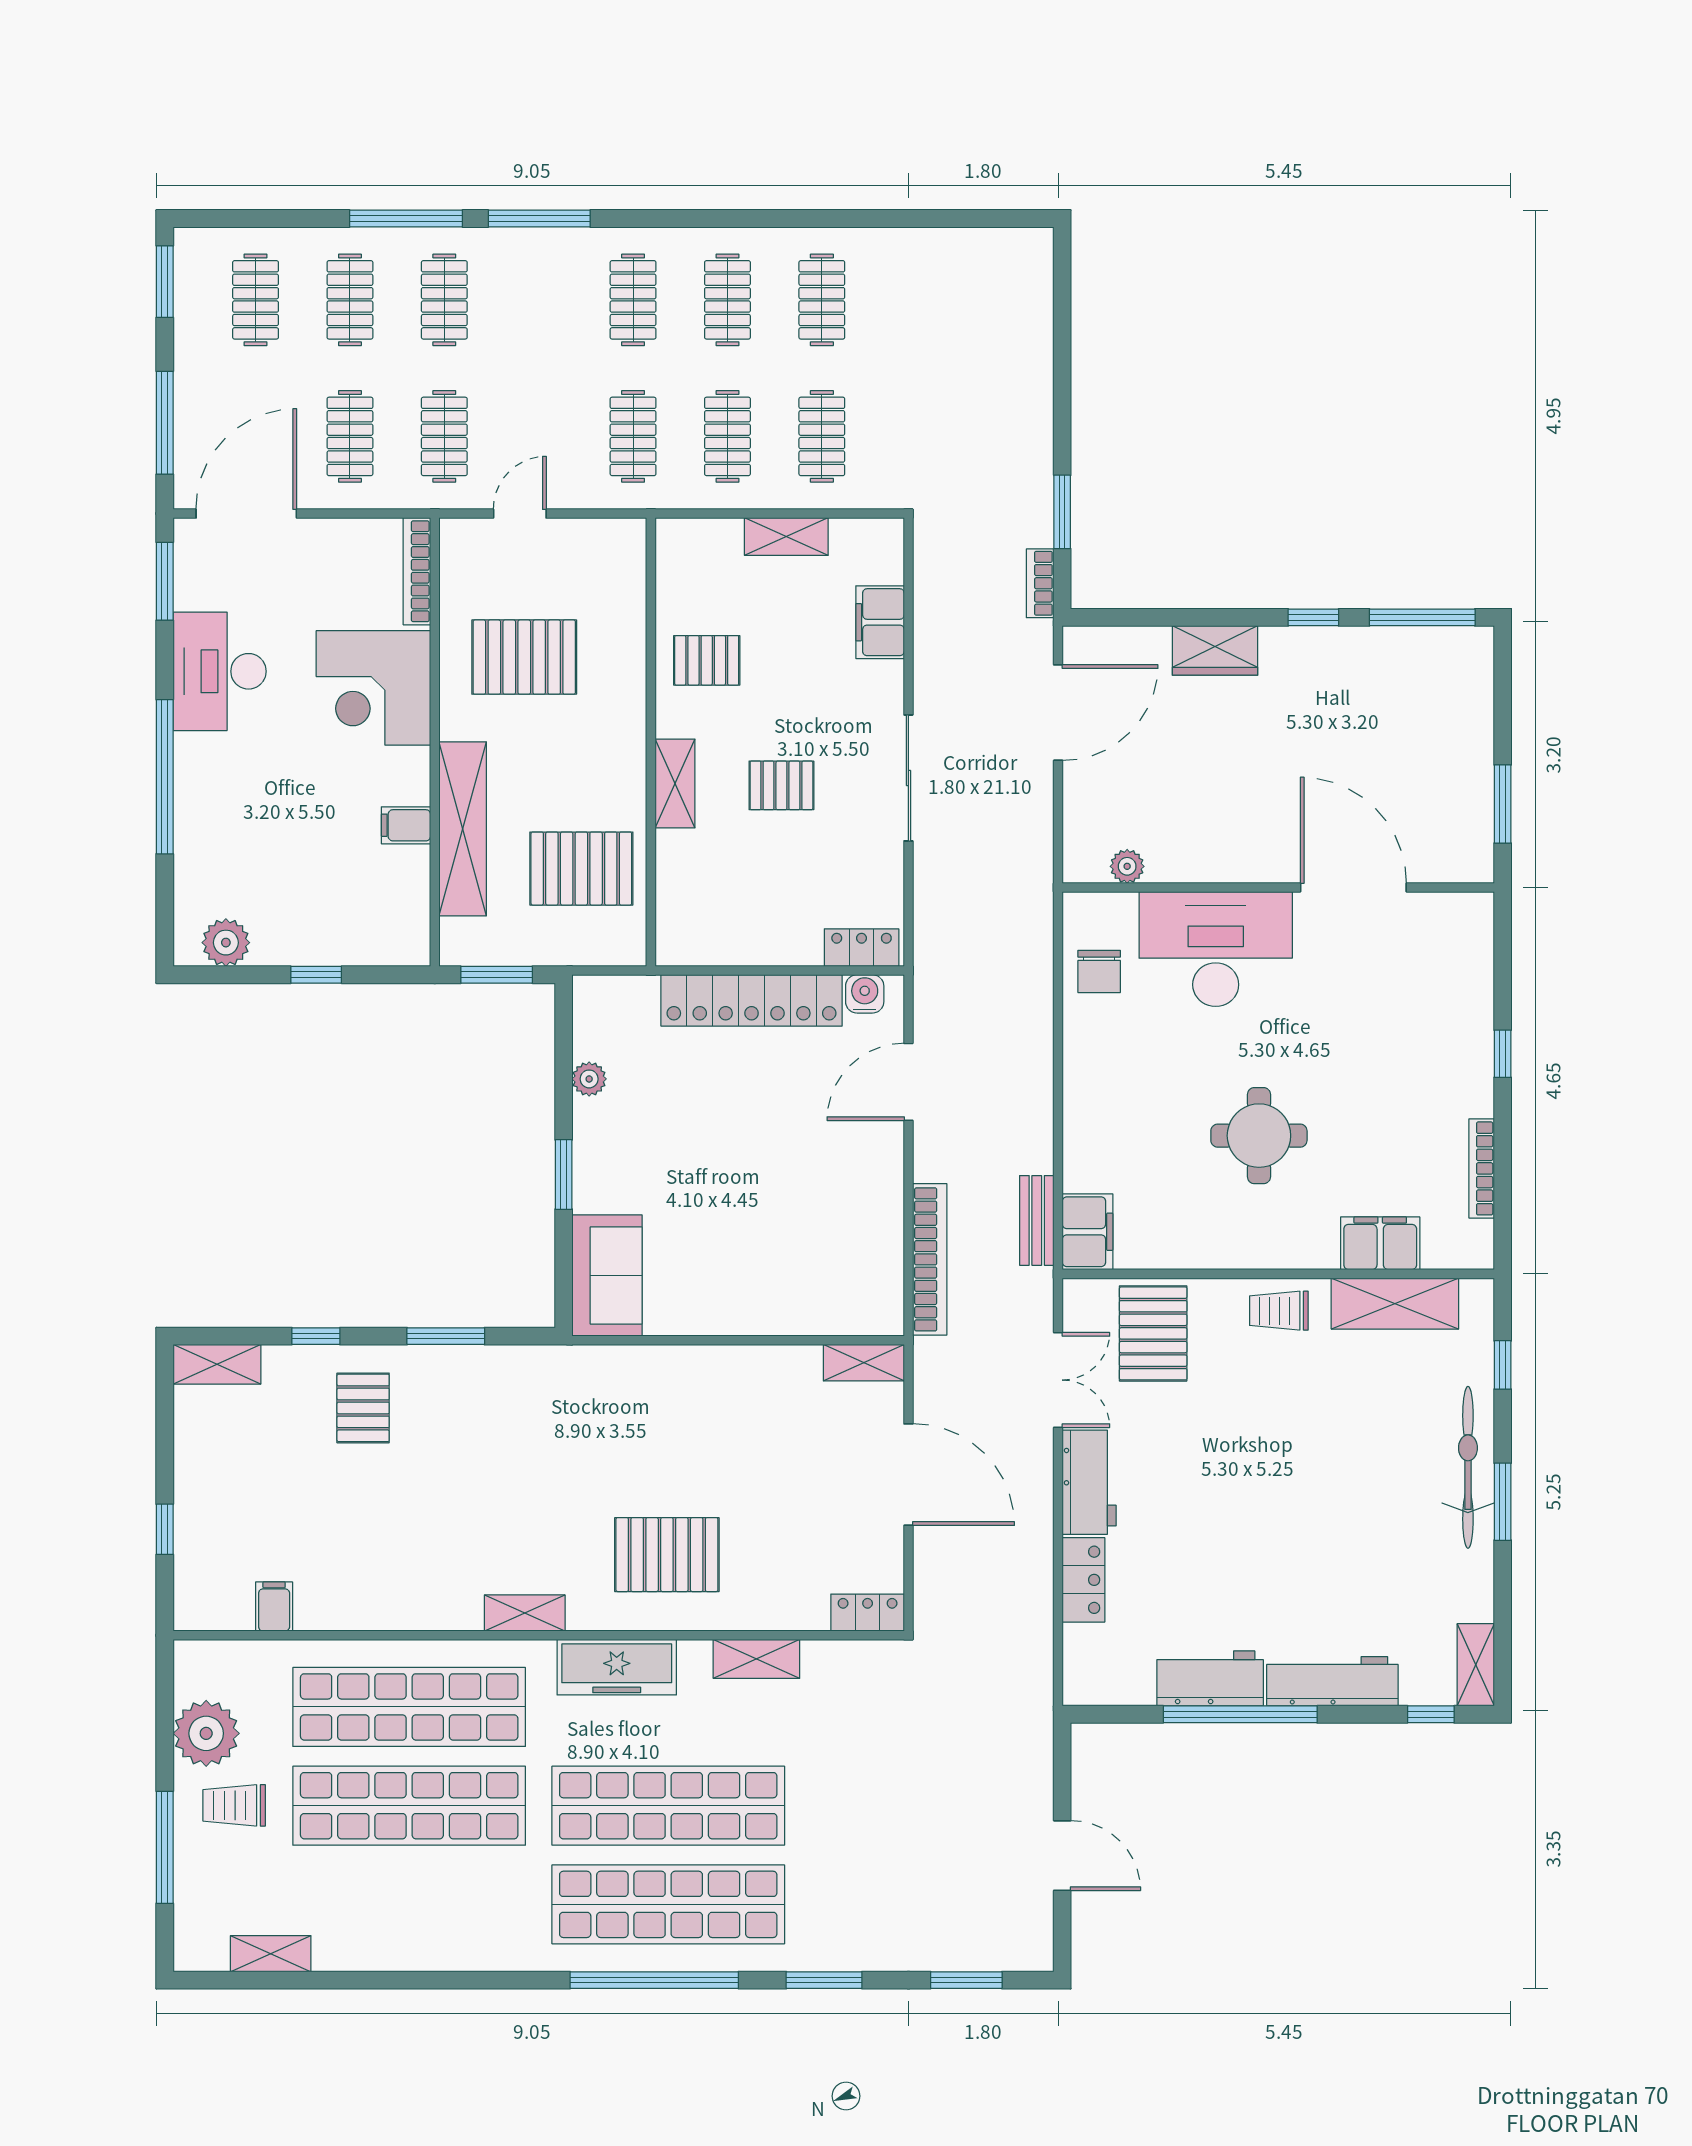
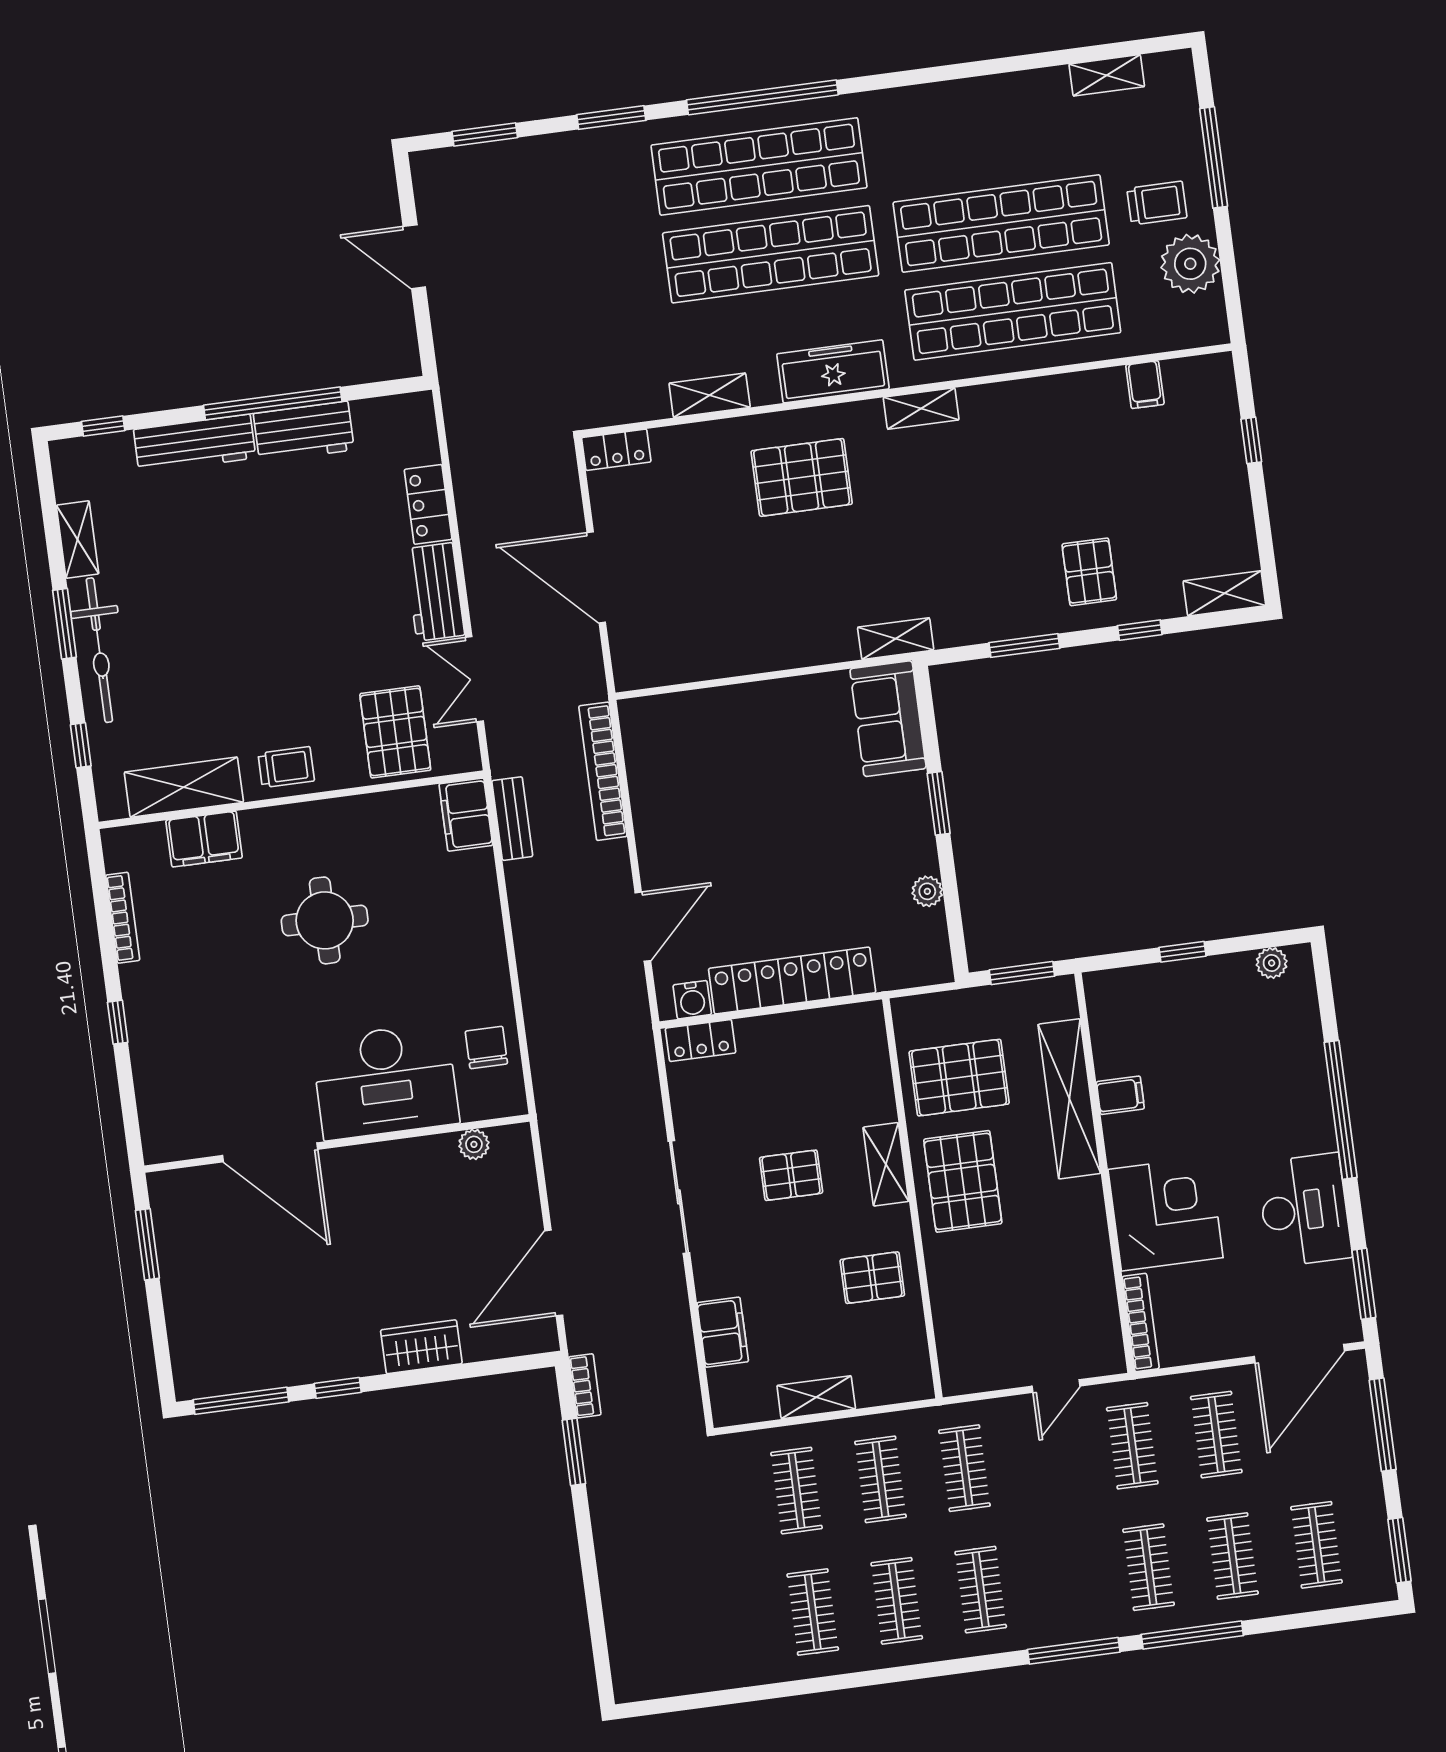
pallet: (524, 657) -> (963, 1181), moved, turned 90
plant: (226, 943) -> (1272, 963), width x0.73, depth x0.73
shelving: (864, 1363) -> (896, 639), moved
shelving: (1476, 1665) -> (78, 539), moved

